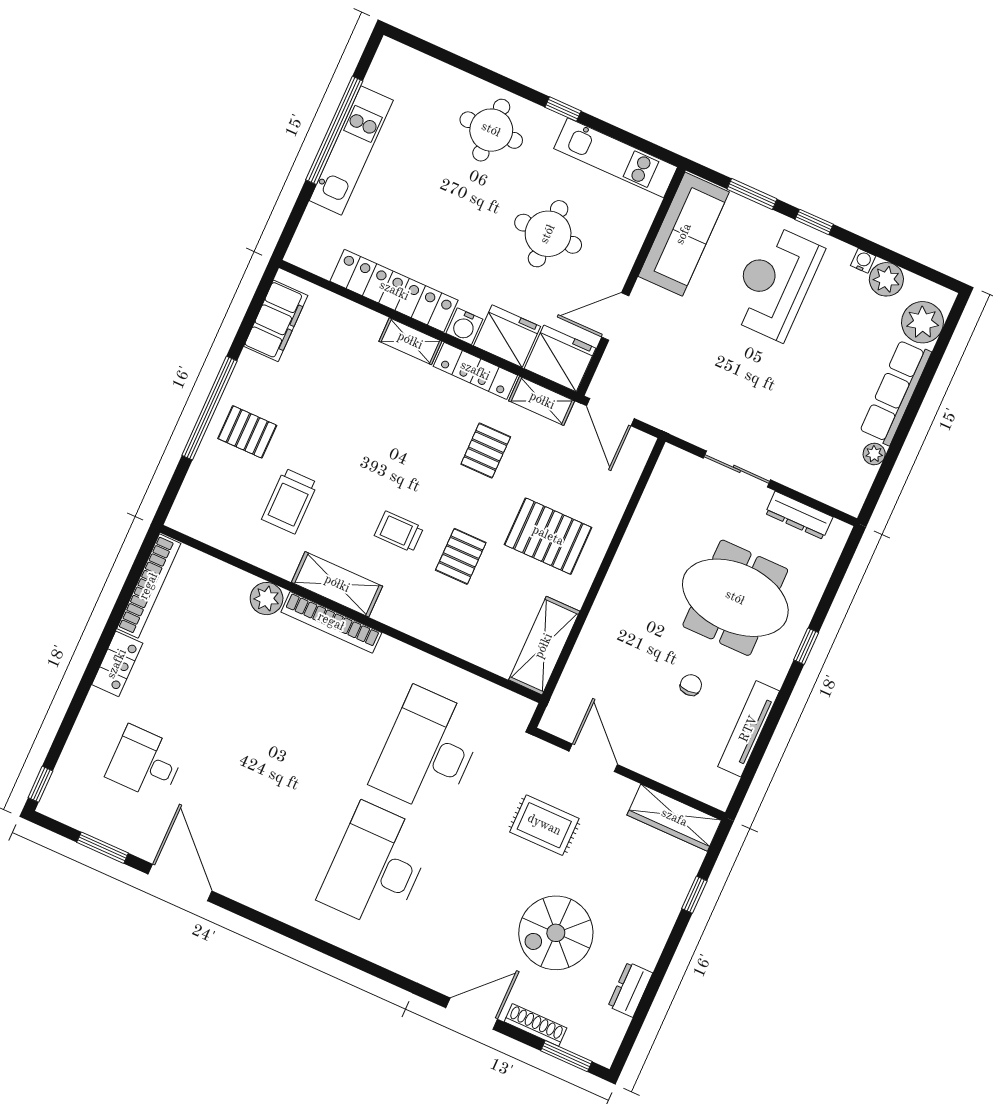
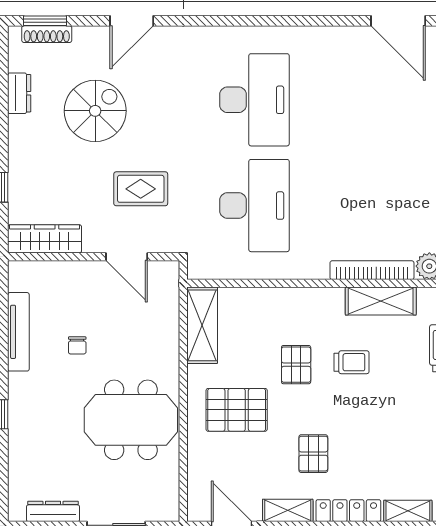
meeting table: (735, 598) -> (131, 420), moved
shoe rack: (536, 1025) -> (47, 34), moved

